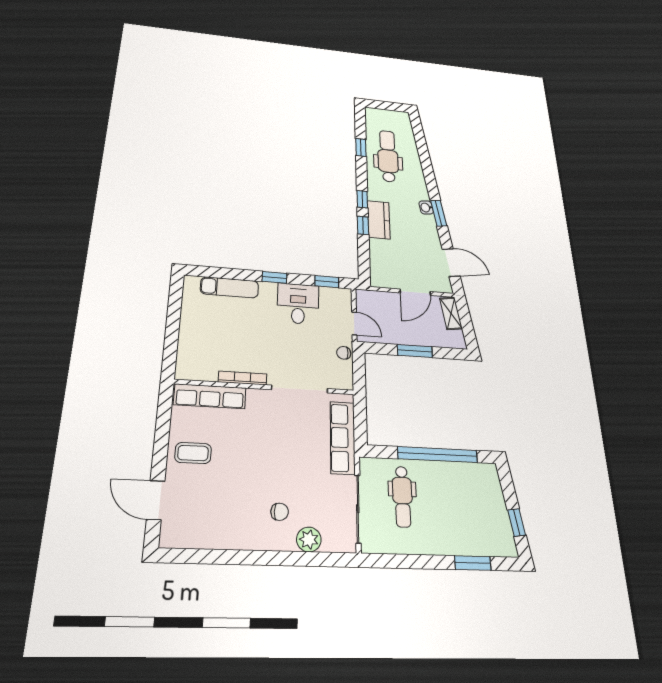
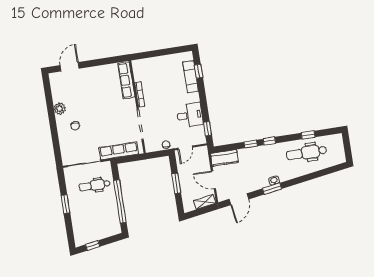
dental chair: (388, 156) -> (307, 153), turned 180
kitchen counter: (379, 220) -> (224, 158), moved
window: (274, 277) -> (199, 71), moved
coffee table: (193, 453) -> (96, 79), removed
plant: (309, 539) -> (60, 109), moved
window: (473, 563) -> (65, 204), moved

